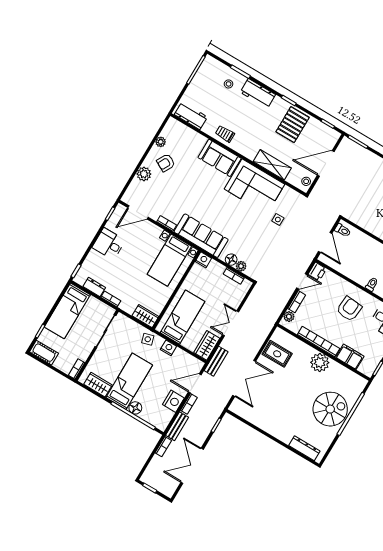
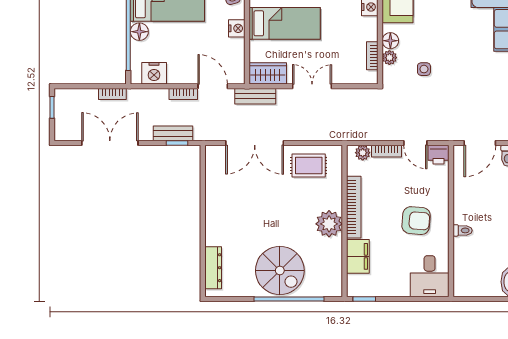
side table: (278, 220) -> (424, 69), moved
rug: (277, 354) -> (309, 166), turned 90
nightstand: (173, 401) -> (154, 73), moved
bench: (177, 426) -> (173, 133), moved

